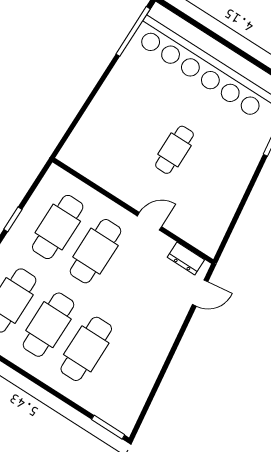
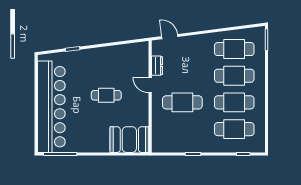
booth: (91, 142) -> (129, 140), added
cafe table: (58, 227) -> (234, 49), moved
dresser: (186, 259) -> (157, 66), moved

